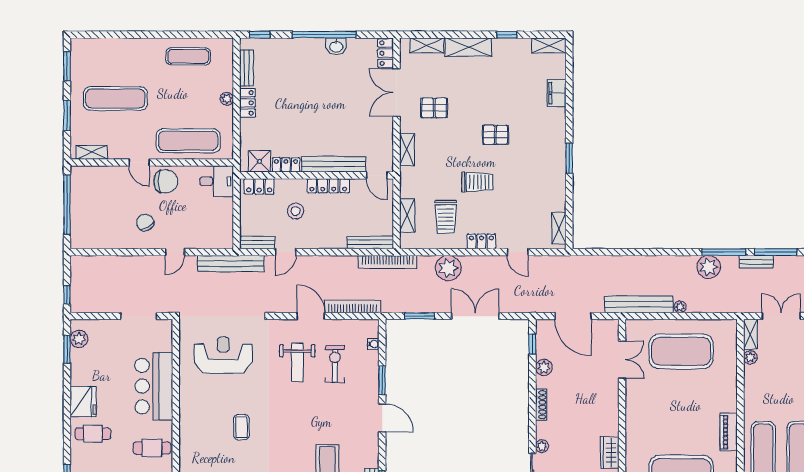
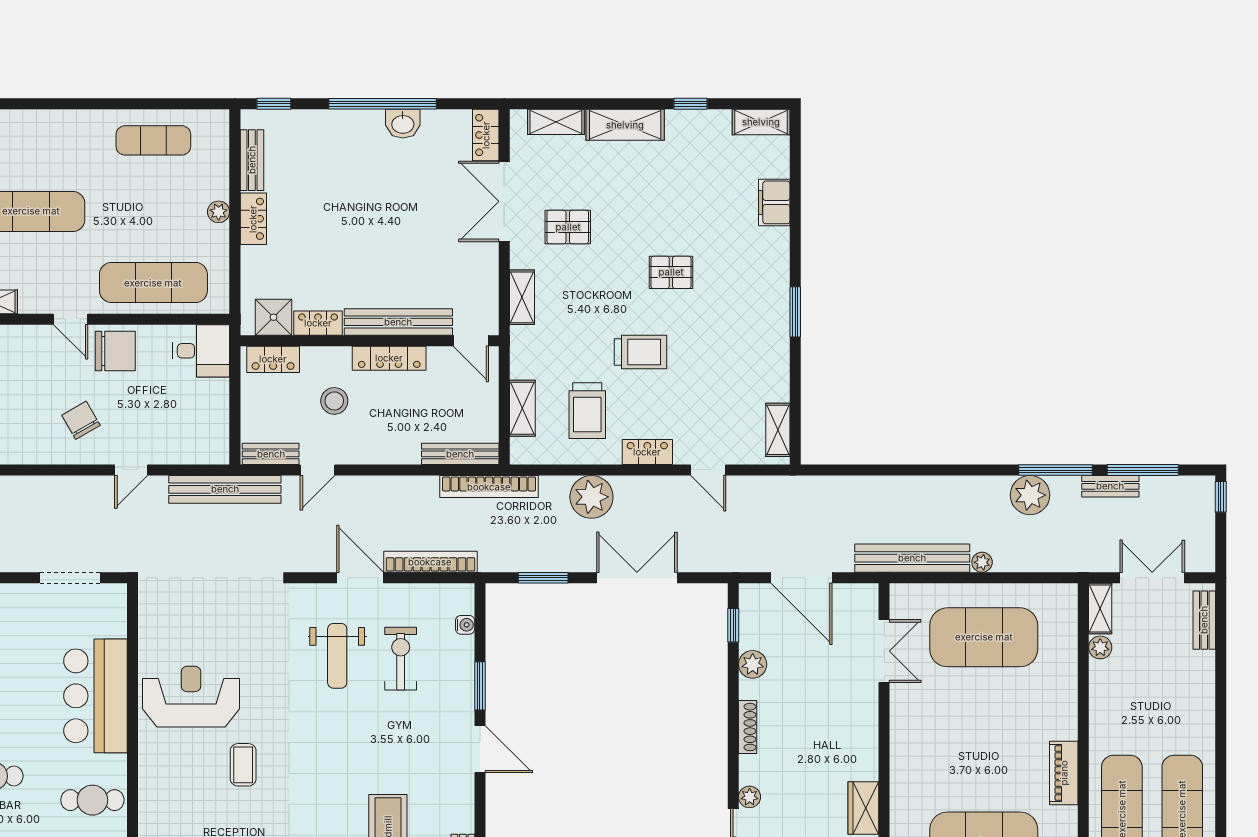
reception desk: (223, 355) -> (191, 697), moved

